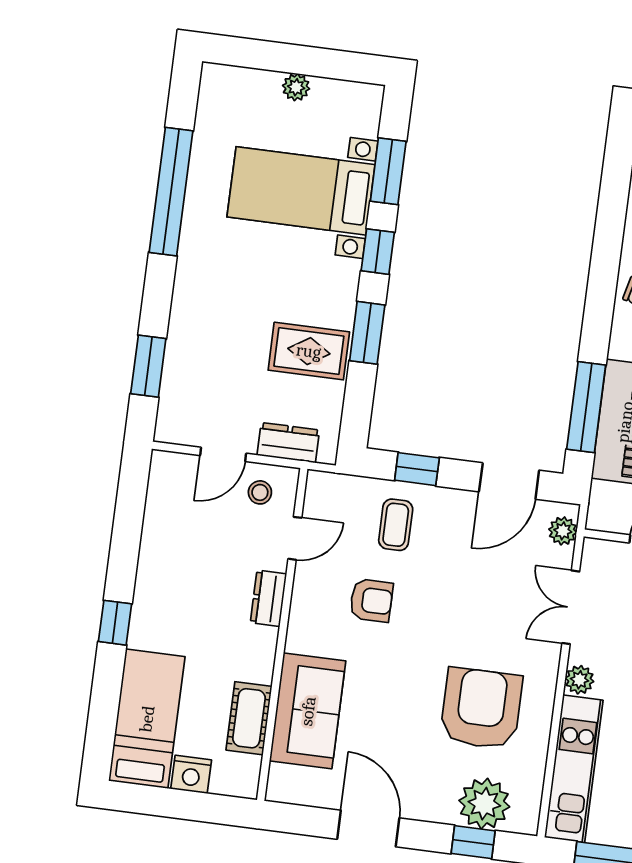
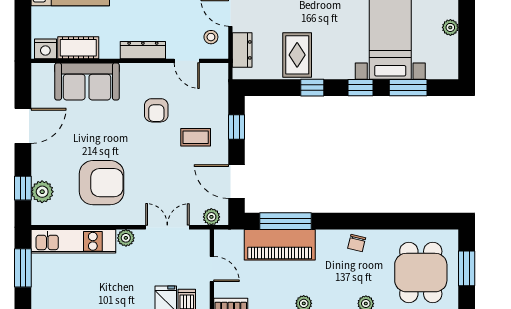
window: (367, 333) -> (312, 88), width x0.67
coffee table: (396, 525) -> (196, 137), moved
dresser: (268, 598) -> (143, 50), width x1.44
nightstand: (191, 774) -> (45, 49), moved, turned -90
plant: (484, 804) -> (42, 192), width x0.73, depth x0.73

